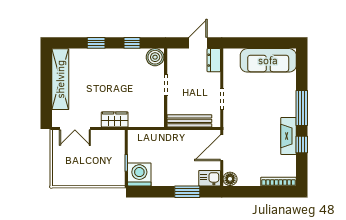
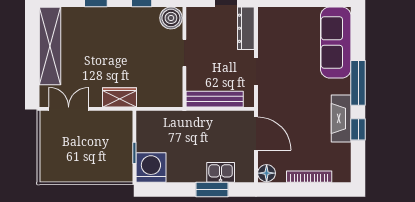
dresser: (214, 60) -> (246, 28), width x1.44
sofa: (268, 60) -> (336, 43), moved, turned 90
double door: (75, 128) -> (69, 109), swing flipped
door: (222, 148) -> (256, 133), swing flipped
kitchen sink: (210, 178) -> (221, 172), moved
bookcase: (279, 182) -> (309, 177), moved

